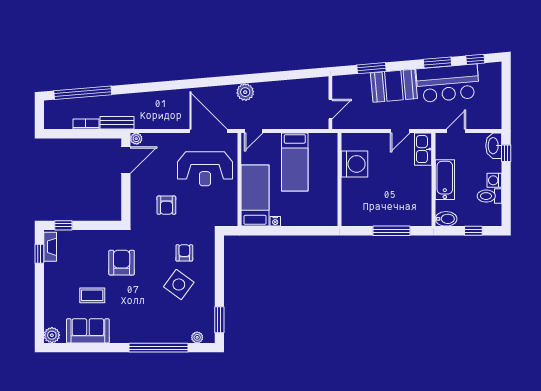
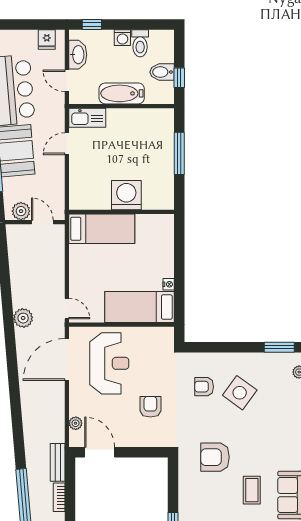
plant: (340, 90) -> (21, 211), added
fridge: (493, 113) -> (47, 39), added
door: (400, 131) -> (67, 144), swing flipped
plant: (136, 139) -> (76, 423), moved
washbasin: (494, 146) -> (78, 55), moved, turned -90
bed: (295, 162) -> (102, 229), moved
washing machine: (354, 164) -> (126, 195), moved
armchair: (166, 205) -> (150, 407), turned -90
bidet: (446, 219) -> (162, 72), moved, turned -90
window: (473, 231) -> (179, 78), moved

